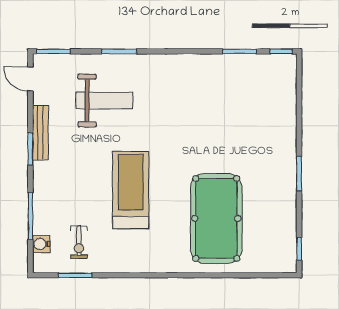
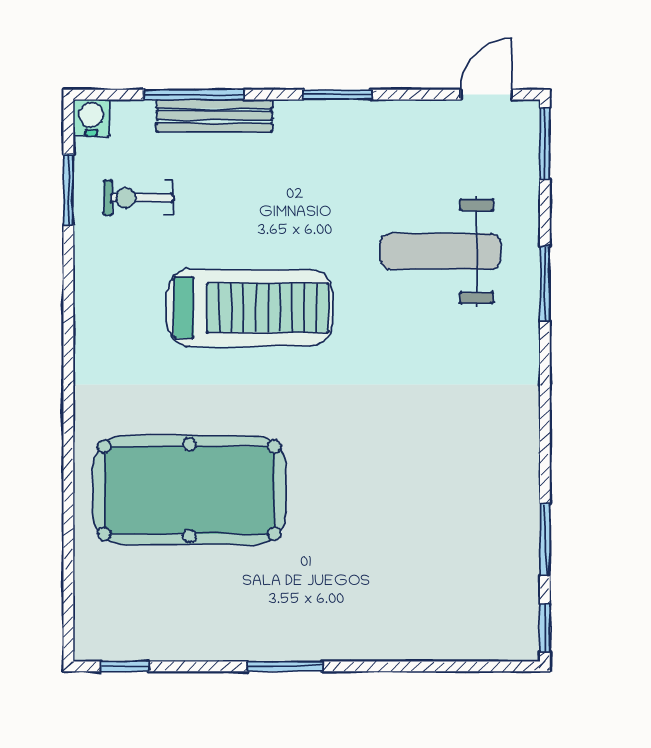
weight bench: (104, 100) -> (440, 251), turned 90
bench: (40, 133) -> (214, 116), moved
water cooler: (41, 244) -> (91, 118), moved

